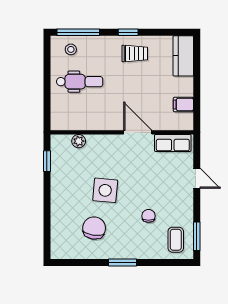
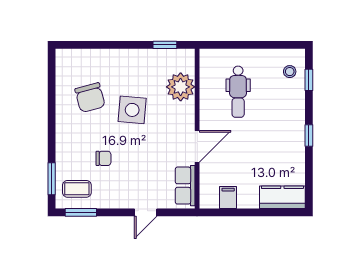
window: (78, 32) -> (309, 80), width x0.46
trolley: (135, 54) -> (285, 143), removed
dental chair: (80, 82) -> (238, 92), moved
plant: (79, 141) -> (181, 87), width x1.88, depth x1.88
chair: (94, 228) -> (90, 98), turned 66
window: (122, 262) -> (52, 179), moved

